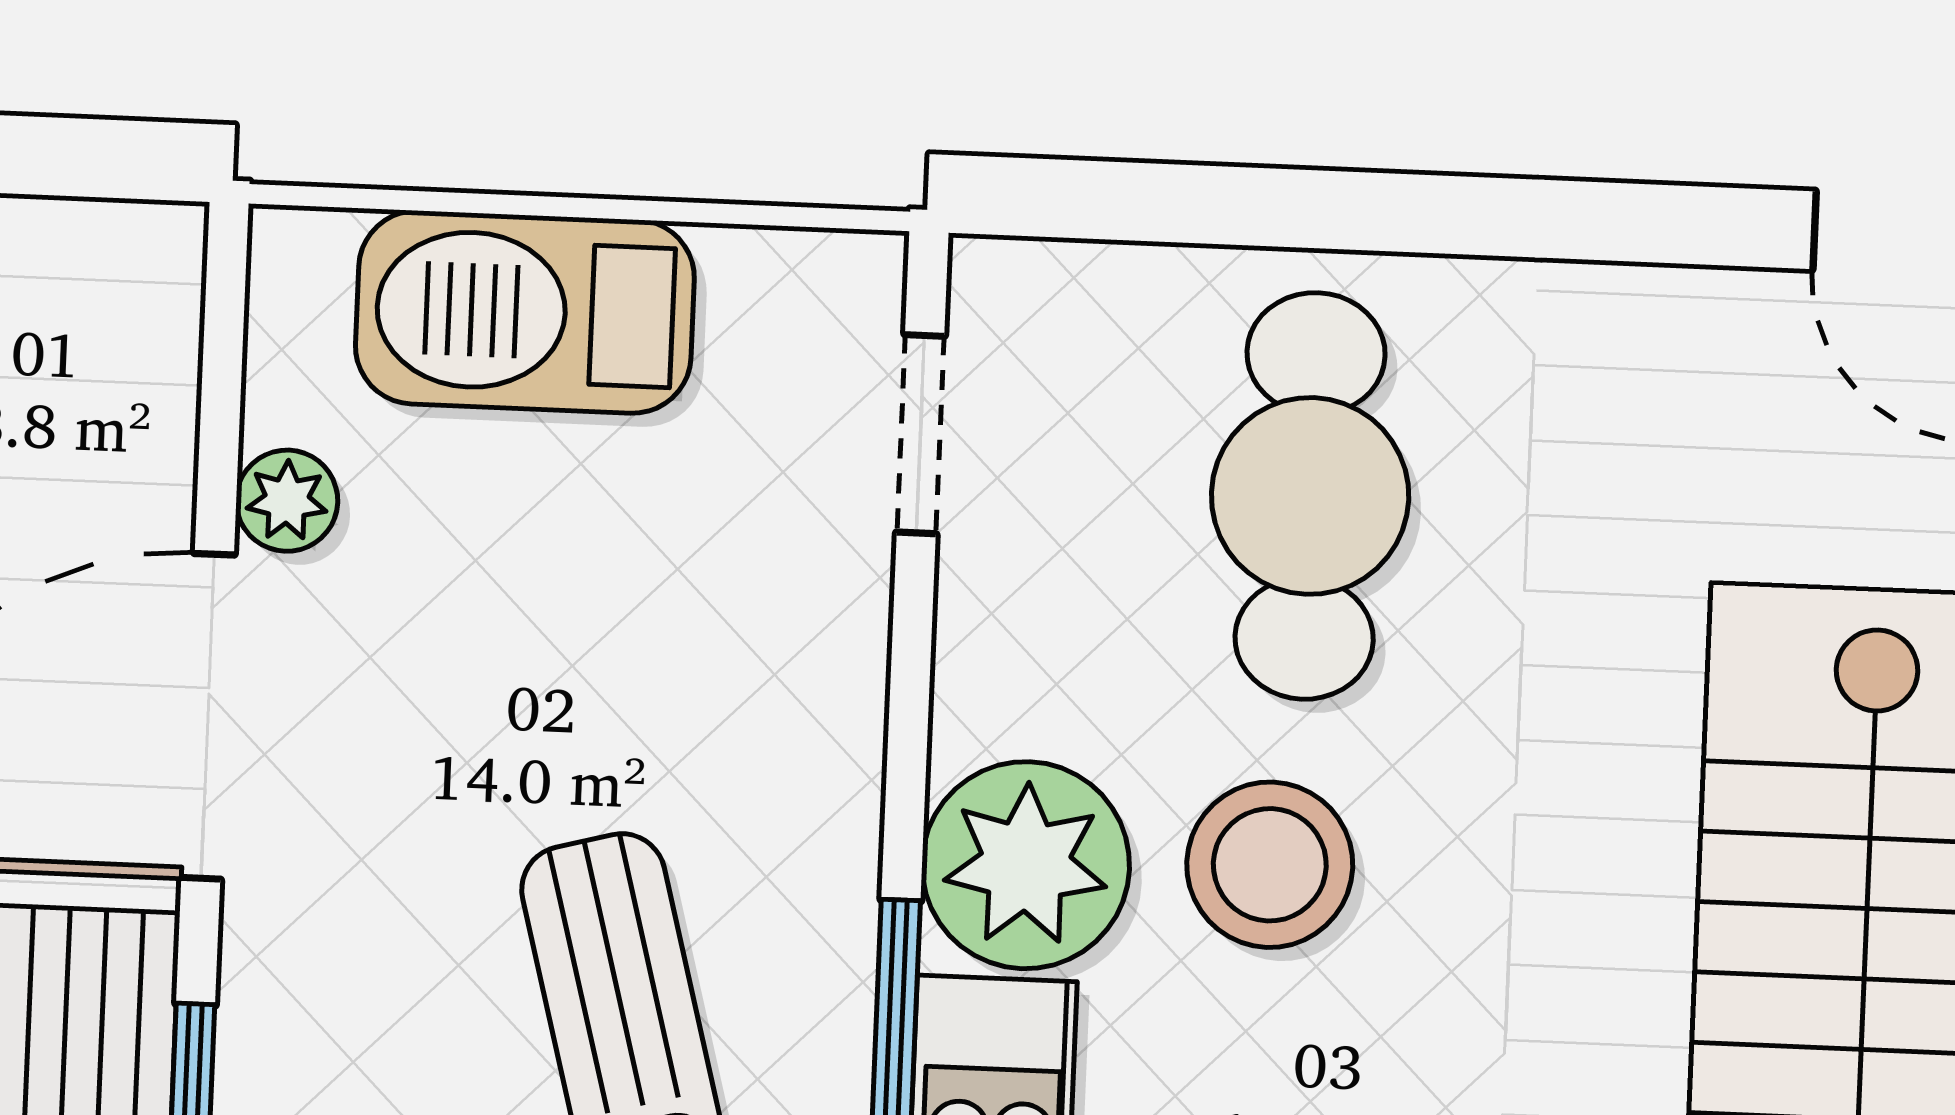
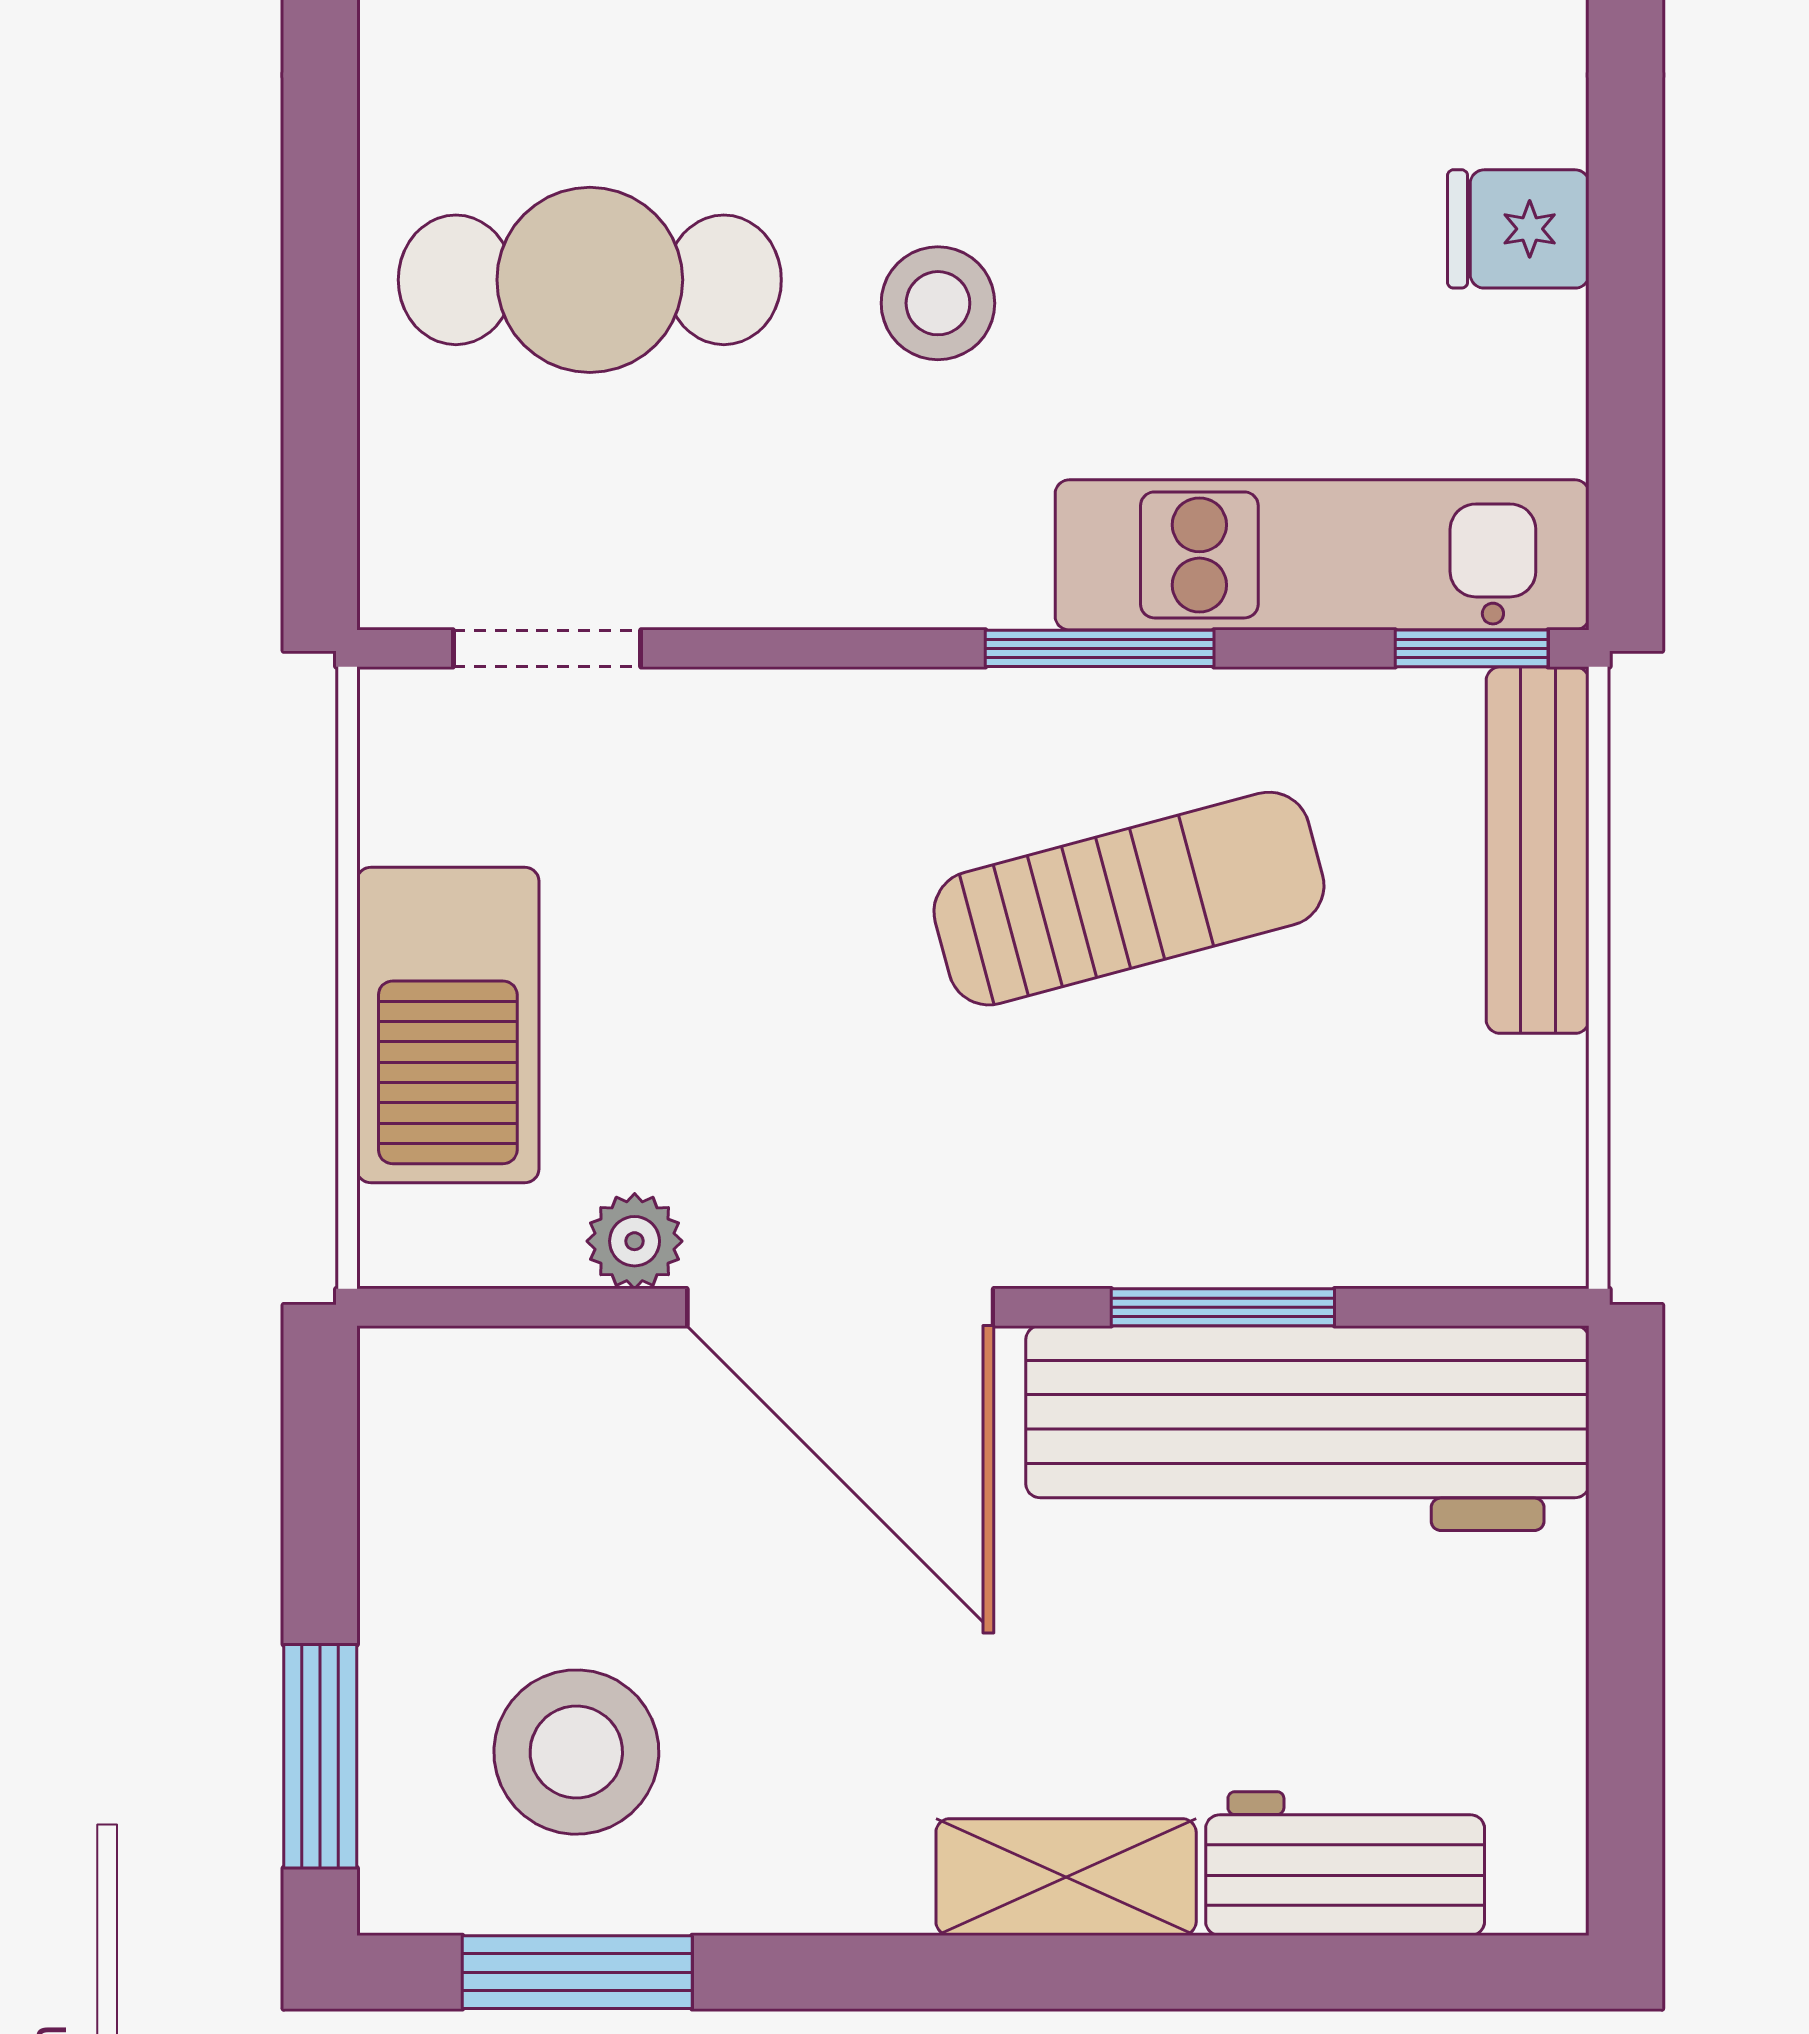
plant: (1026, 865) -> (948, 533), removed
stool: (1270, 865) -> (938, 303), width x0.73, depth x0.73

